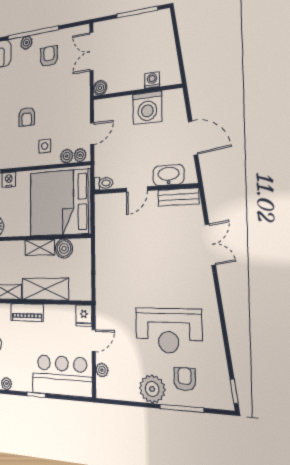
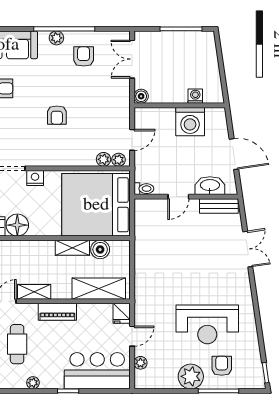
side table: (45, 146) -> (78, 147), removed
shelving: (45, 289) -> (99, 289), moved

